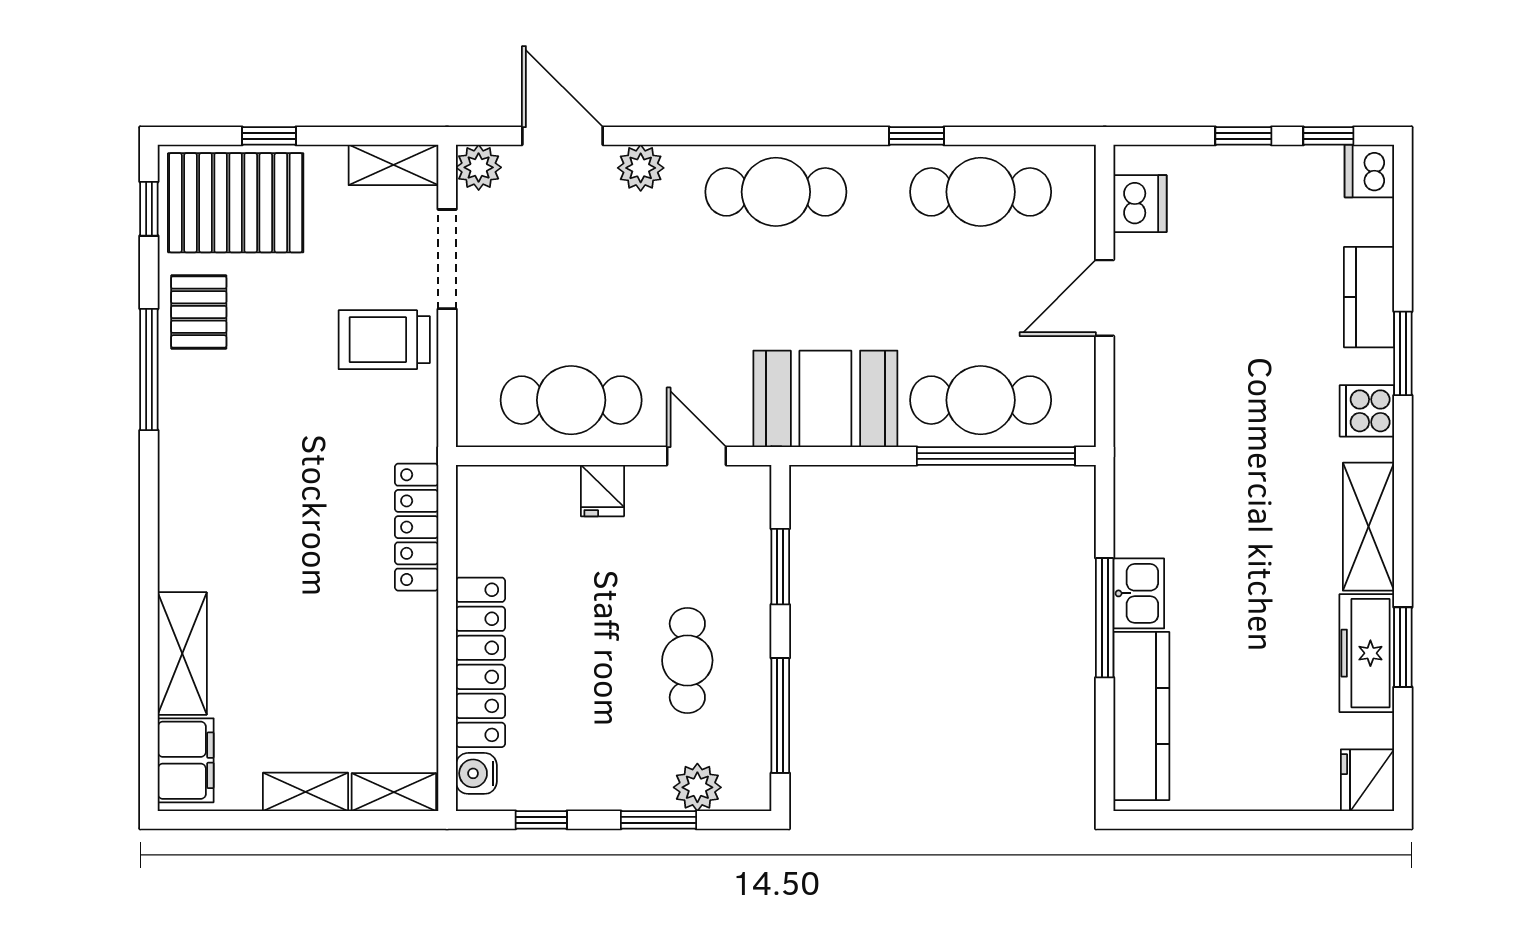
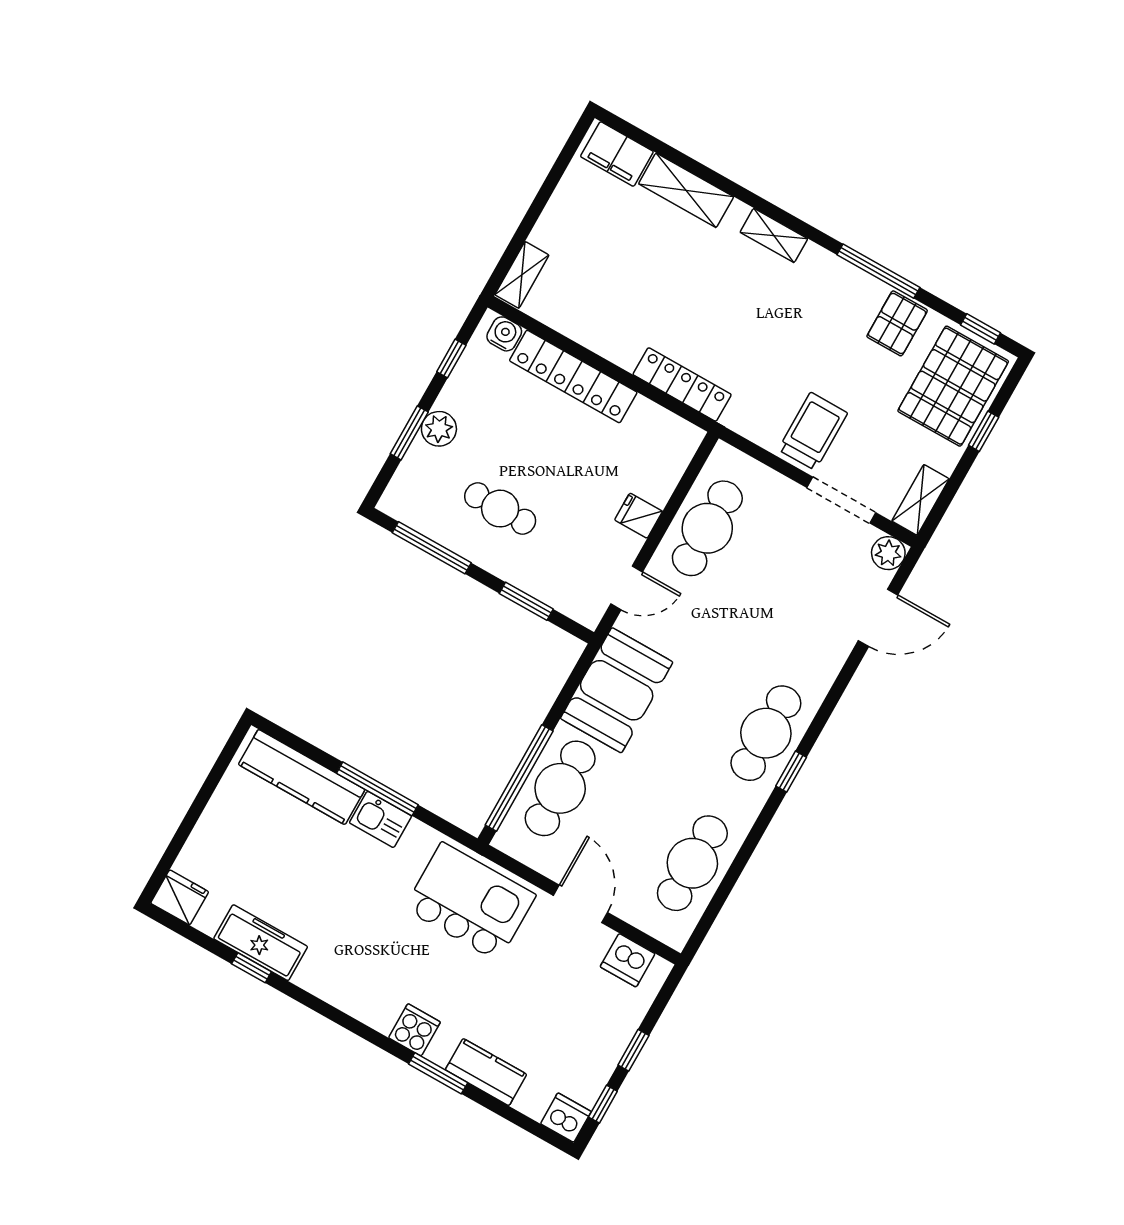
window: (916, 136) -> (791, 772), moved
plant: (641, 168) -> (830, 656), removed
pallet: (199, 312) -> (897, 323), turned 90
kitchen island: (1177, 431) -> (470, 902), added
shelving: (1368, 527) -> (340, 989), removed
window: (1403, 647) -> (251, 968), width x0.67
plant: (697, 787) -> (439, 429), moved
shelving: (306, 792) -> (774, 235), moved, turned 90

